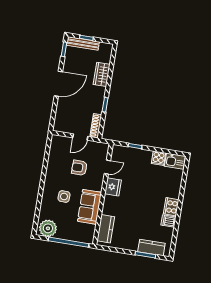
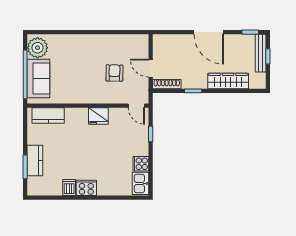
wardrobe: (102, 74) -> (228, 81), width x1.50
door: (107, 167) -> (136, 106), moved
side table: (64, 196) -> (78, 60), removed
sofa: (90, 207) -> (38, 79), moved, turned 90
kitchen counter: (151, 248) -> (35, 161), moved

